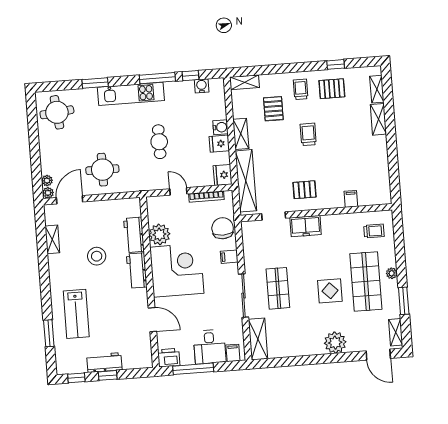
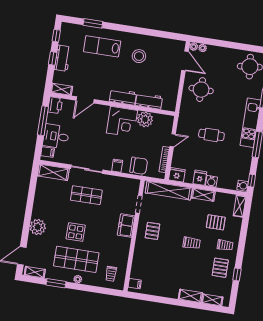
window: (190, 76) -> (252, 181), moved
water cooler: (202, 86) -> (243, 186), moved
filing cabinet: (351, 199) -> (135, 284), moved
shelving: (52, 239) -> (62, 89), moved
stool: (97, 256) -> (139, 56), moved
corner desk: (177, 270) -> (122, 122), width x0.74, depth x0.74

